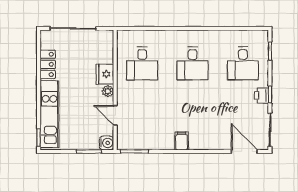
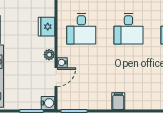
fridge: (105, 74) -> (46, 27), moved
water cooler: (122, 100) -> (62, 63), added
door: (115, 115) -> (56, 77), swing flipped

